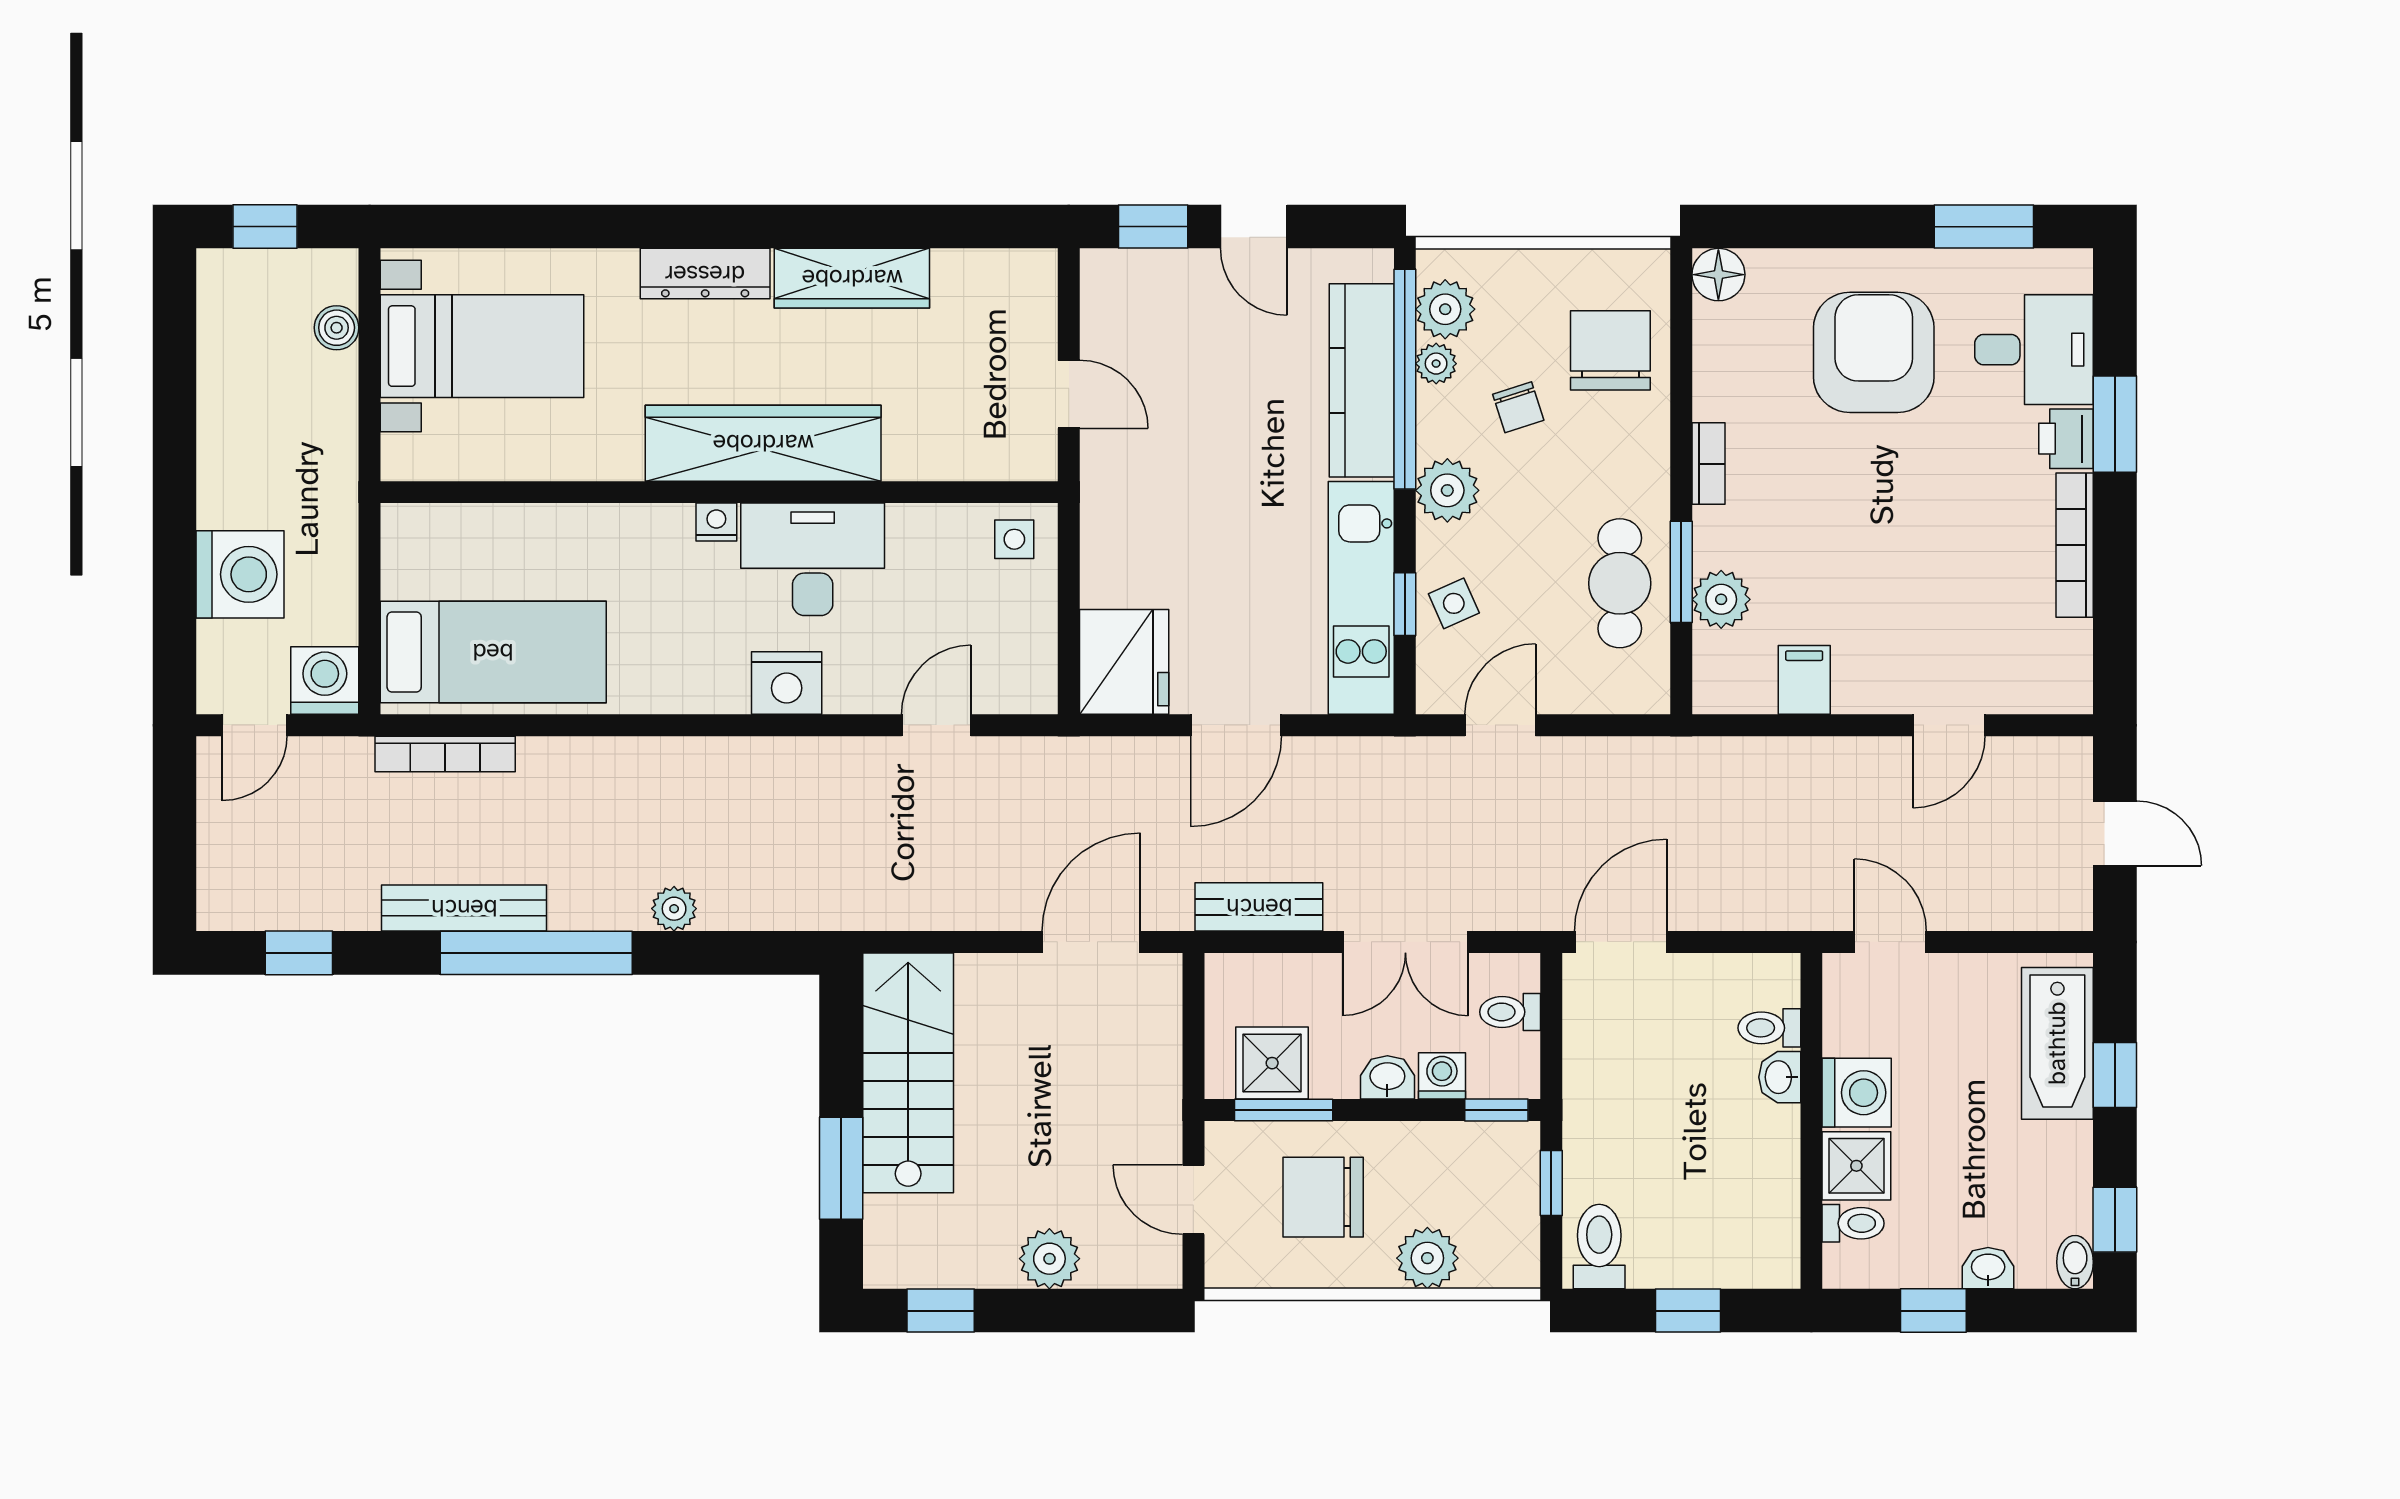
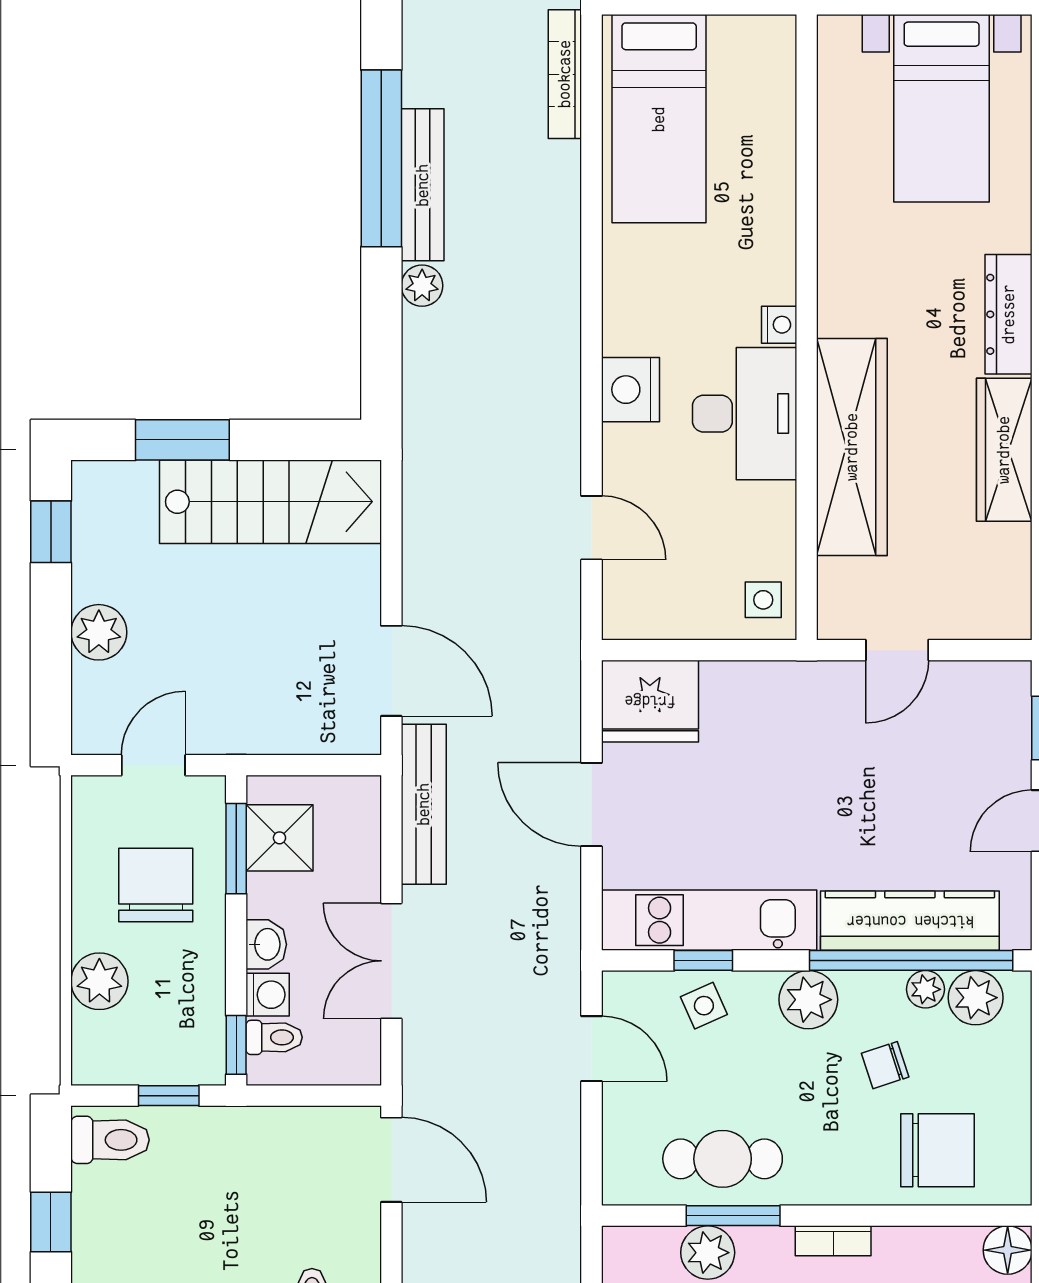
wardrobe: (763, 443) -> (852, 447), moved
bench: (1259, 907) -> (424, 804), width x1.36
bench: (464, 908) -> (423, 185), moved
toilet: (1510, 1012) -> (274, 1037), moved, turned 90

